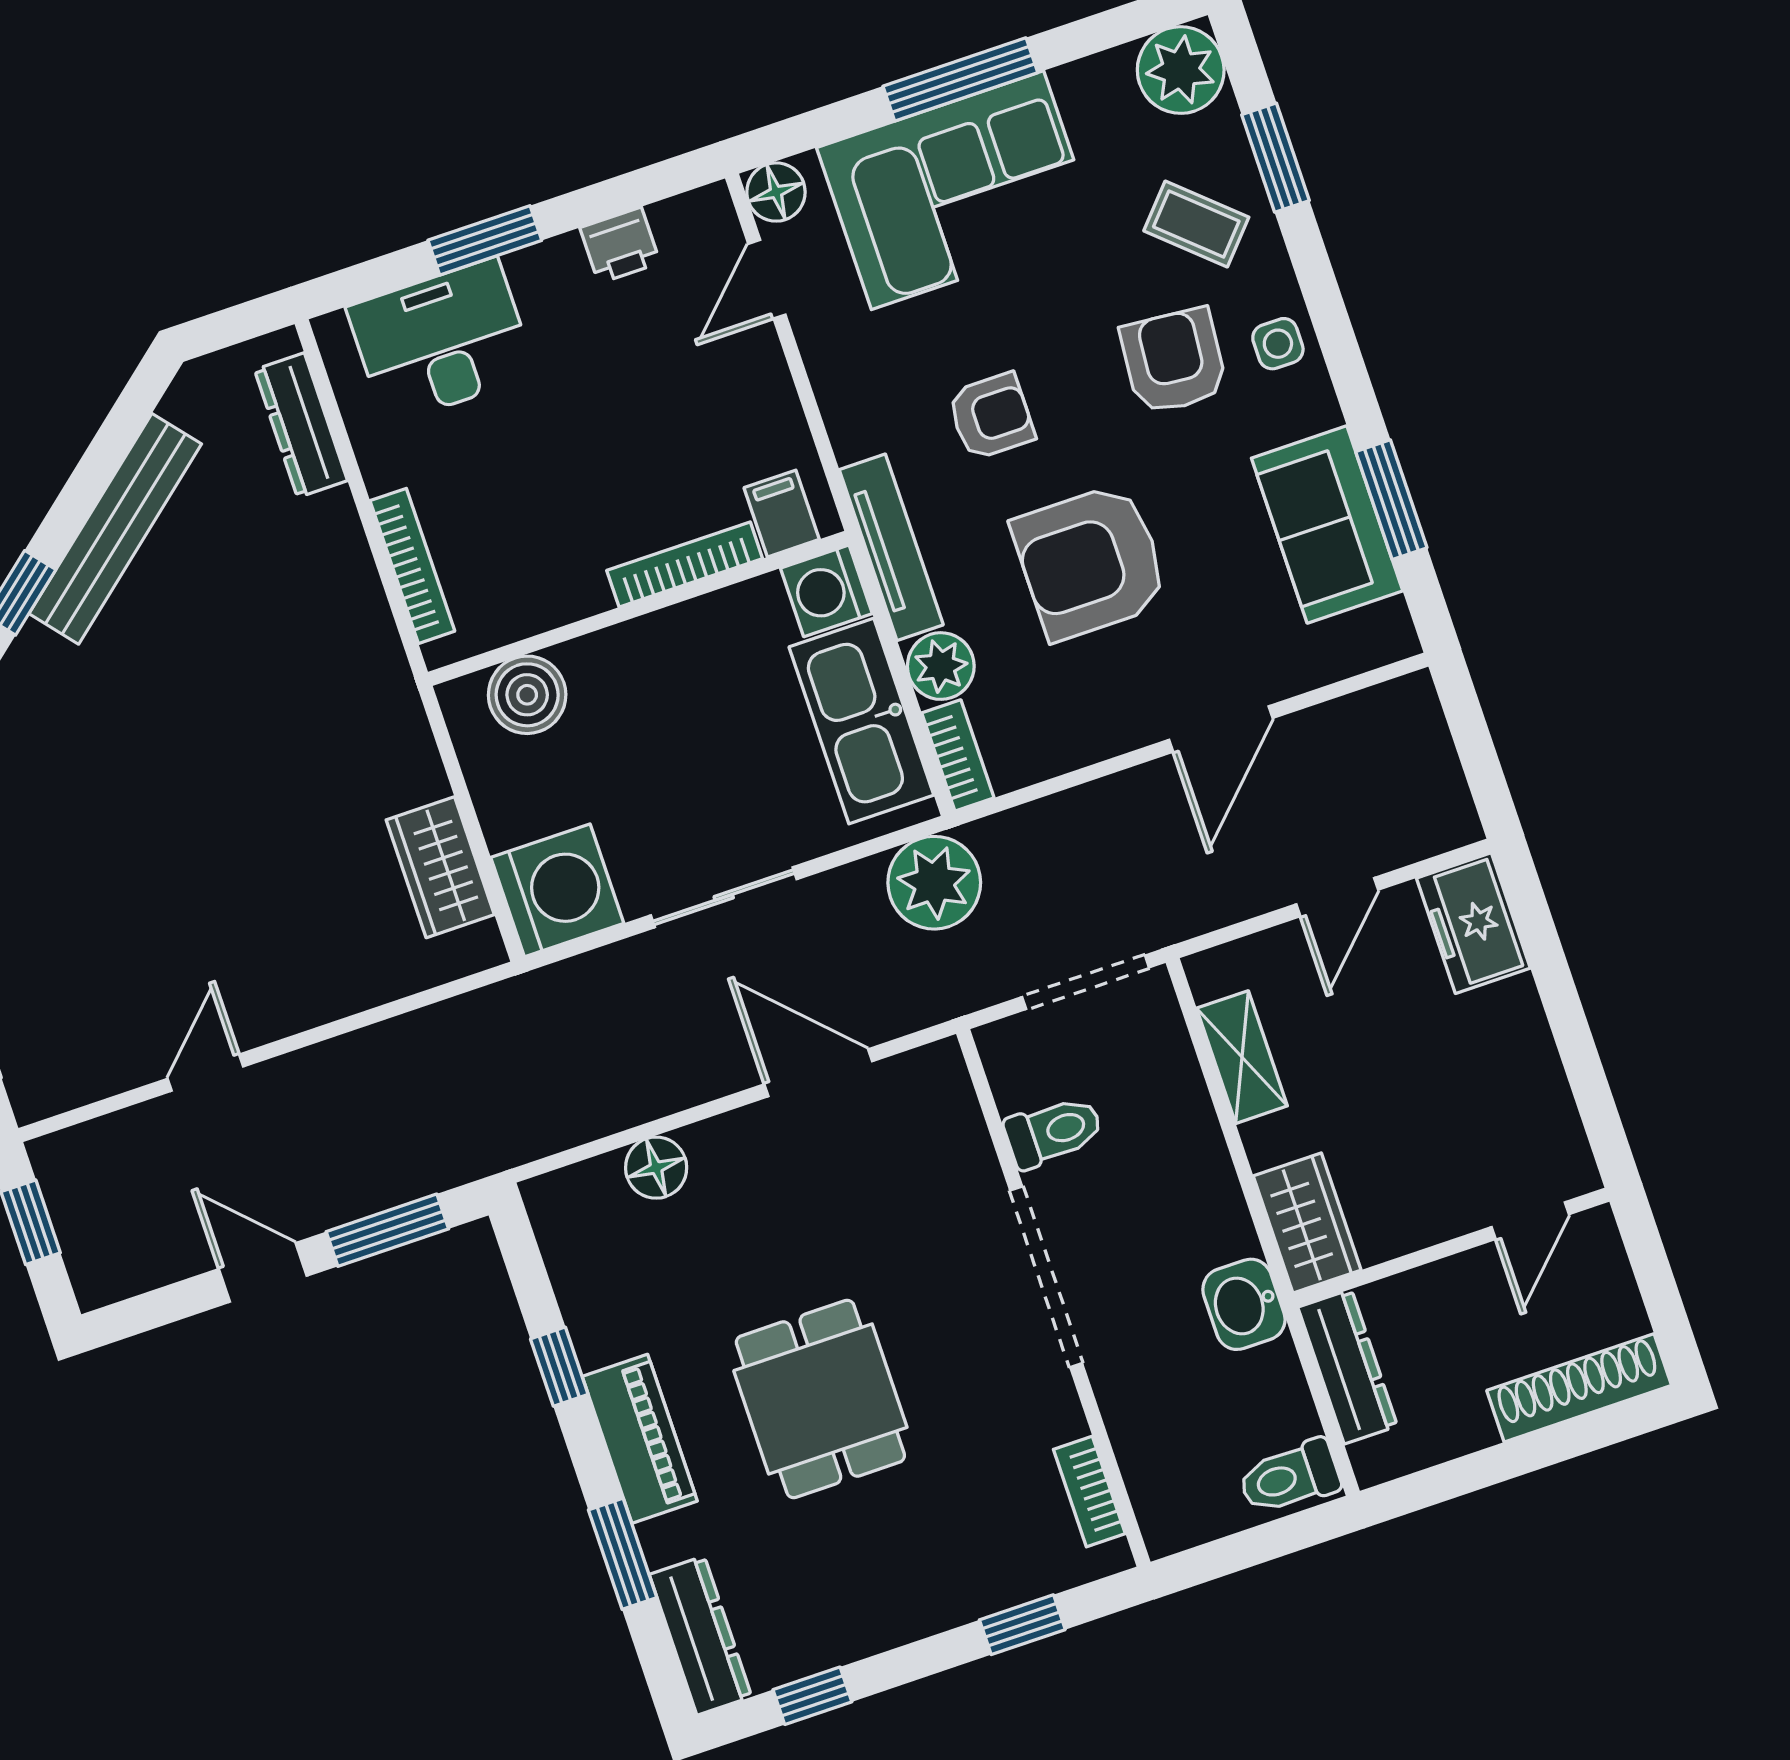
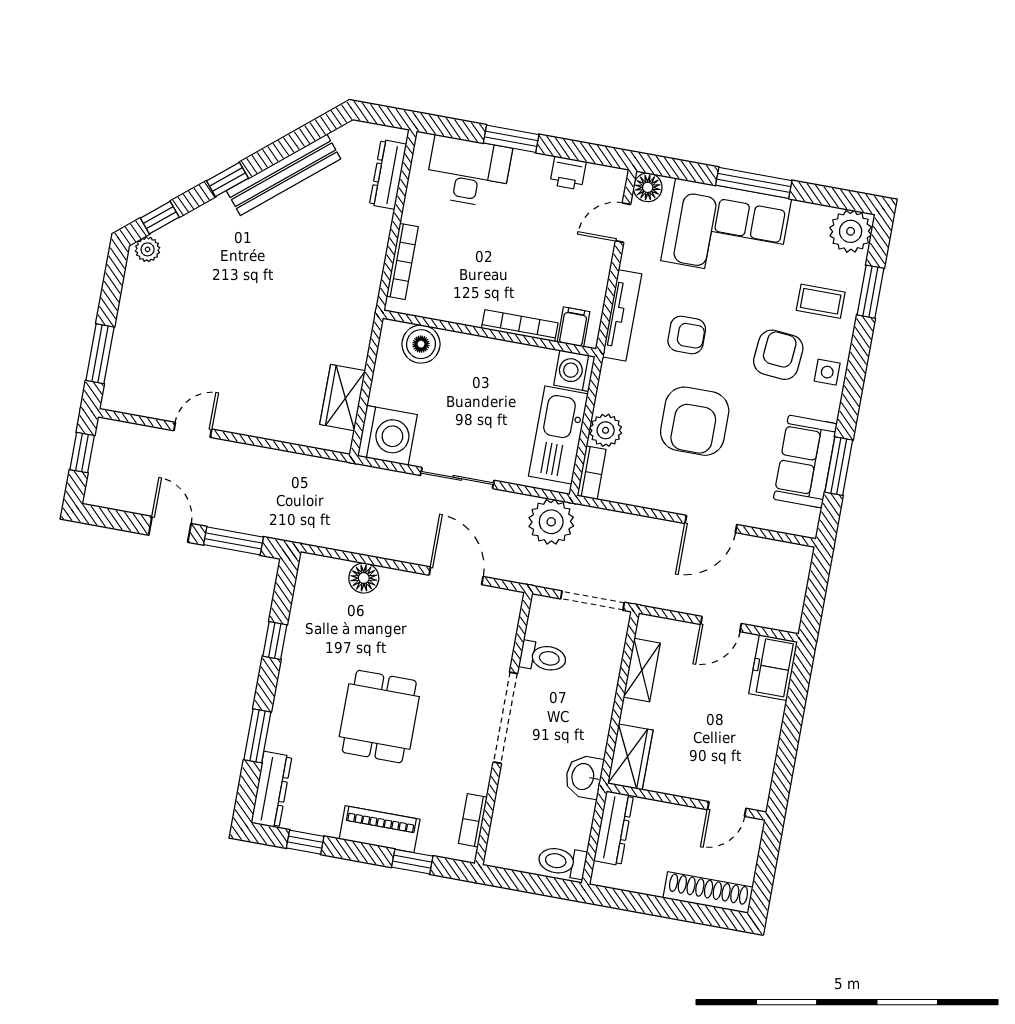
coffee table: (1196, 224) -> (821, 301), turned -42
tv unit: (891, 547) -> (622, 315), moved
armchair: (1090, 562) -> (695, 421), turned -90
piano: (640, 1439) -> (380, 829), moved, turned -90

